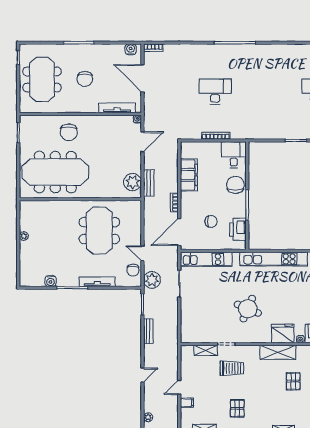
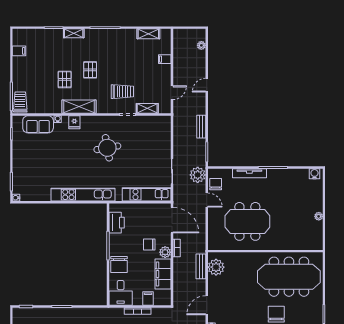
filing cabinet: (205, 149) -> (148, 299), added
plant: (187, 198) -> (165, 252), added
chair: (211, 221) -> (149, 245), moved
meeting table: (99, 231) -> (247, 221), turned 90
door: (179, 232) -> (172, 220), hinge flipped
water cooler: (50, 281) -> (315, 174), moved
round table: (248, 309) -> (107, 148), turned -33
fridge: (283, 333) -> (74, 122), width x0.53, depth x0.75
trolley: (232, 368) -> (122, 92), turned 180
door: (179, 387) -> (172, 93), moved
pallet: (237, 408) -> (90, 70), moved

